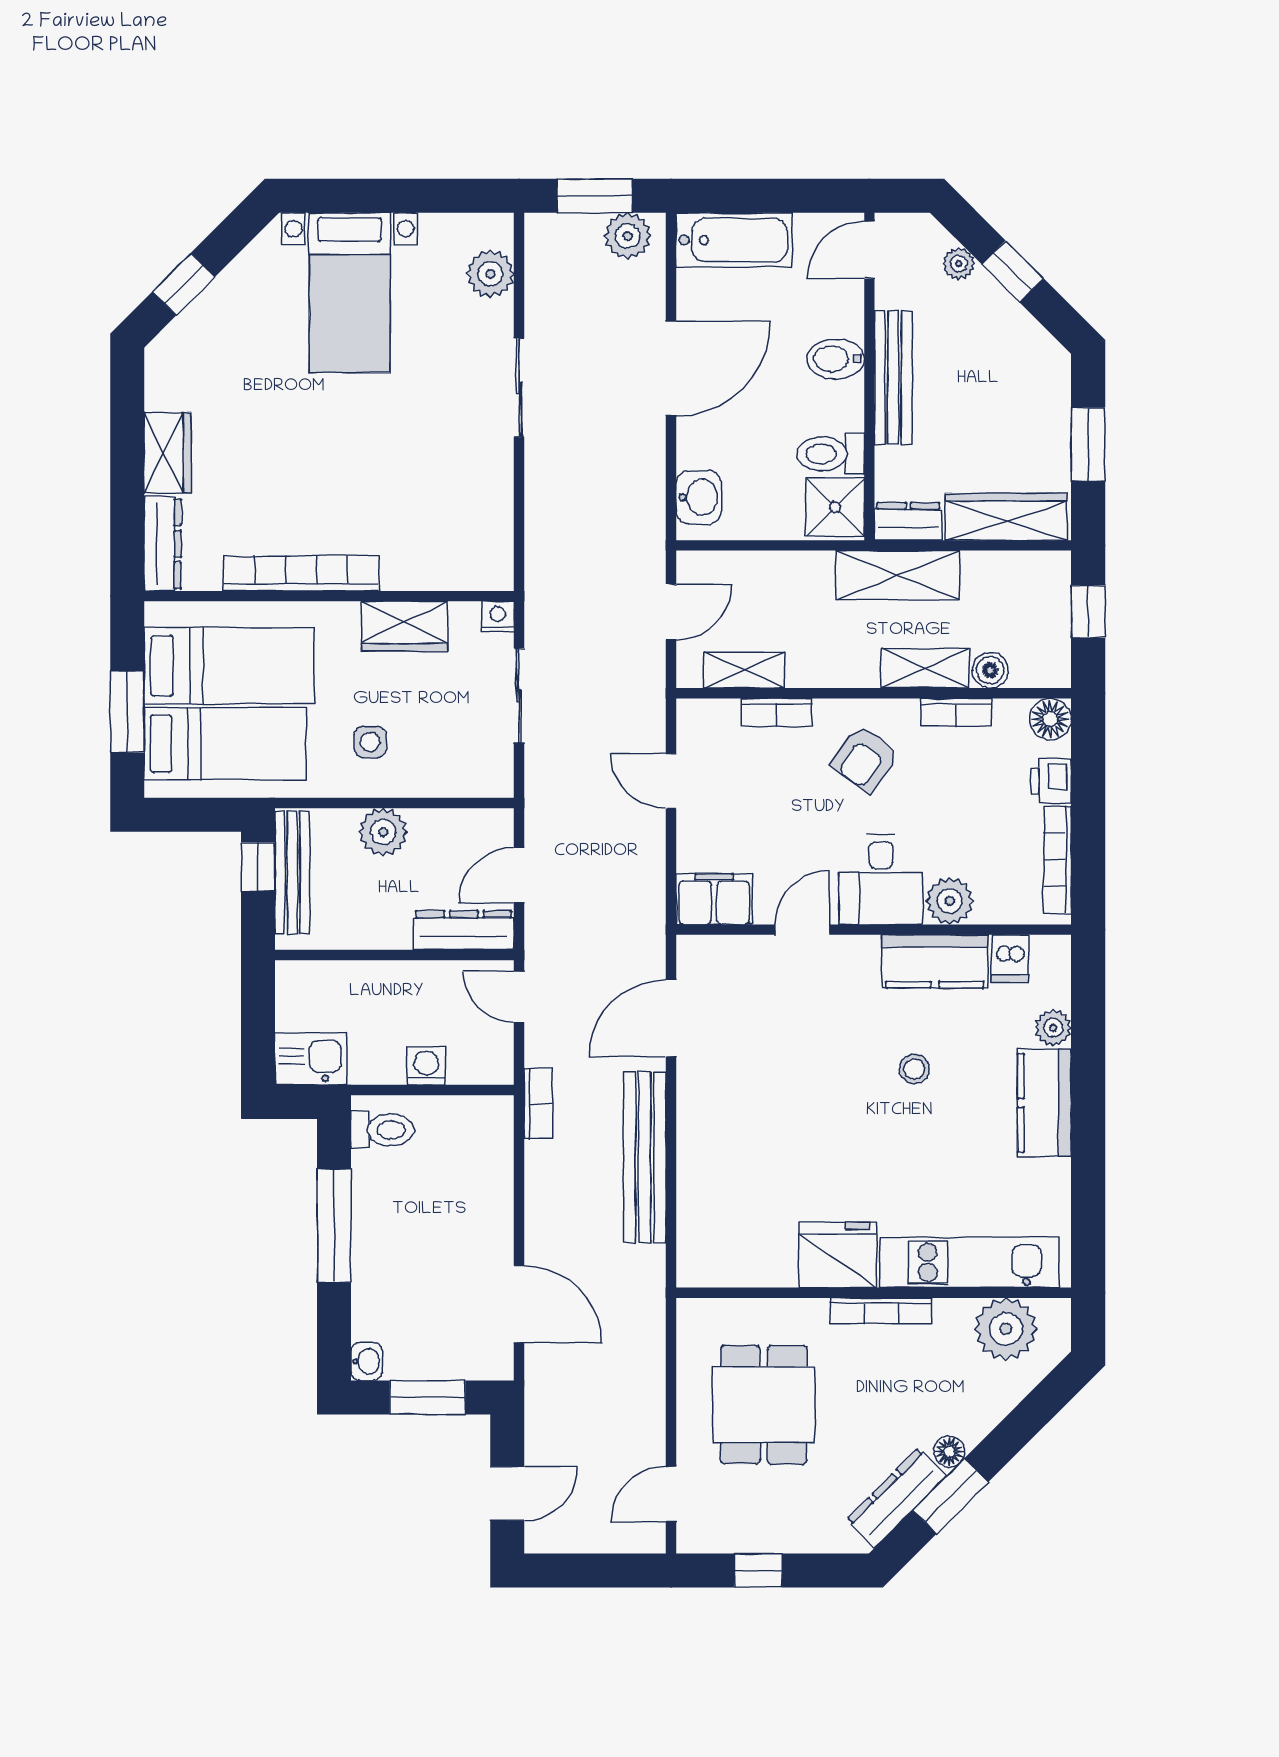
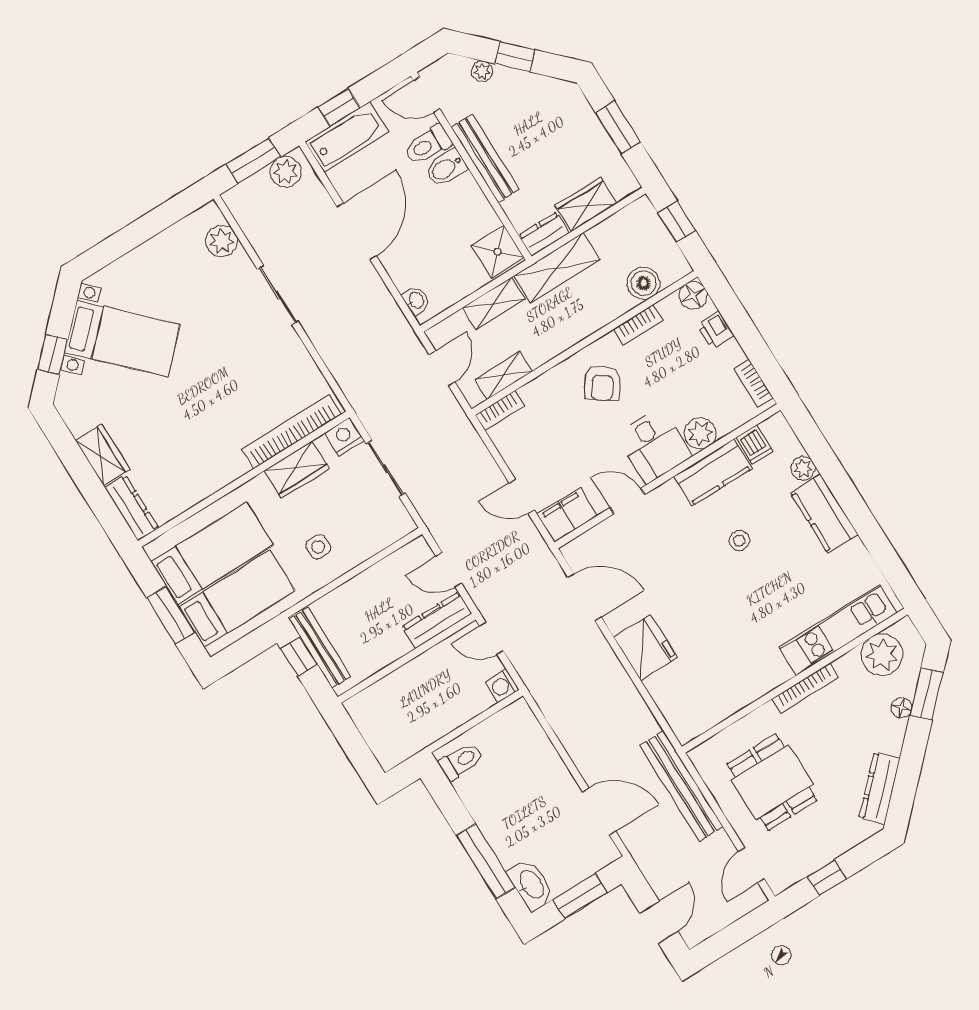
window: (747, 196) -> (339, 107), added
door: (869, 250) -> (427, 95), hinge flipped
bed with nightstands: (350, 293) -> (122, 338), moved, turned -45
toilet: (831, 454) -> (428, 145), moved
washbasin: (699, 497) -> (416, 300), width x0.72, depth x0.69
wardrobe: (1006, 517) -> (586, 204), width x0.67
bookcase: (301, 573) -> (291, 432), moved
nightstand: (498, 616) -> (344, 437), width x1.39, depth x1.35
shelving: (925, 668) -> (494, 303), moved
boiler: (990, 670) -> (644, 283), width x1.36, depth x1.36
bookcase: (776, 712) -> (500, 411), moved
door: (671, 781) -> (522, 497), moved
plant: (383, 832) -> (357, 593), removed
bookcase: (1058, 860) -> (753, 383), width x0.64
door: (519, 875) -> (449, 570), hinge flipped
door: (802, 930) -> (627, 501), hinge flipped
door: (671, 1018) -> (584, 597), swing flipped
kitchen sink: (311, 1059) -> (396, 746), removed
washing machine: (426, 1066) -> (502, 686), moved, turned -90
bookcase: (538, 1103) -> (539, 692), removed
bench: (645, 1157) -> (681, 786), moved
window: (334, 1226) -> (486, 861), moved
fridge: (837, 1255) -> (645, 648), moved, turned 90
washbasin: (366, 1361) -> (531, 885), width x1.91, depth x1.45
floor lamp: (949, 1452) -> (901, 708), moved
window: (951, 1496) -> (927, 694), moved

